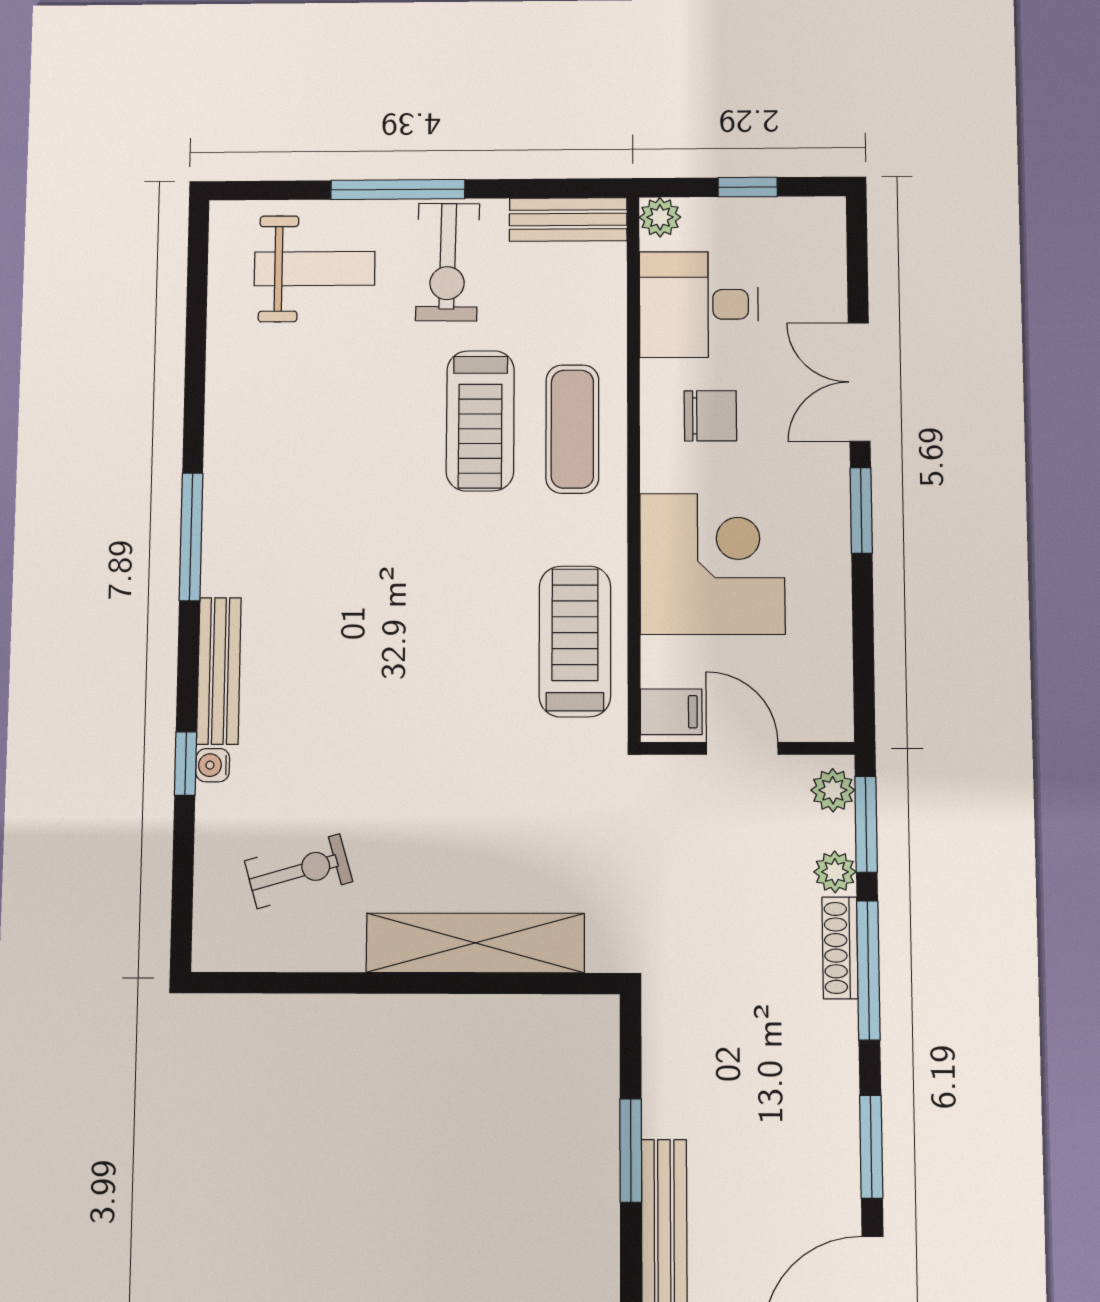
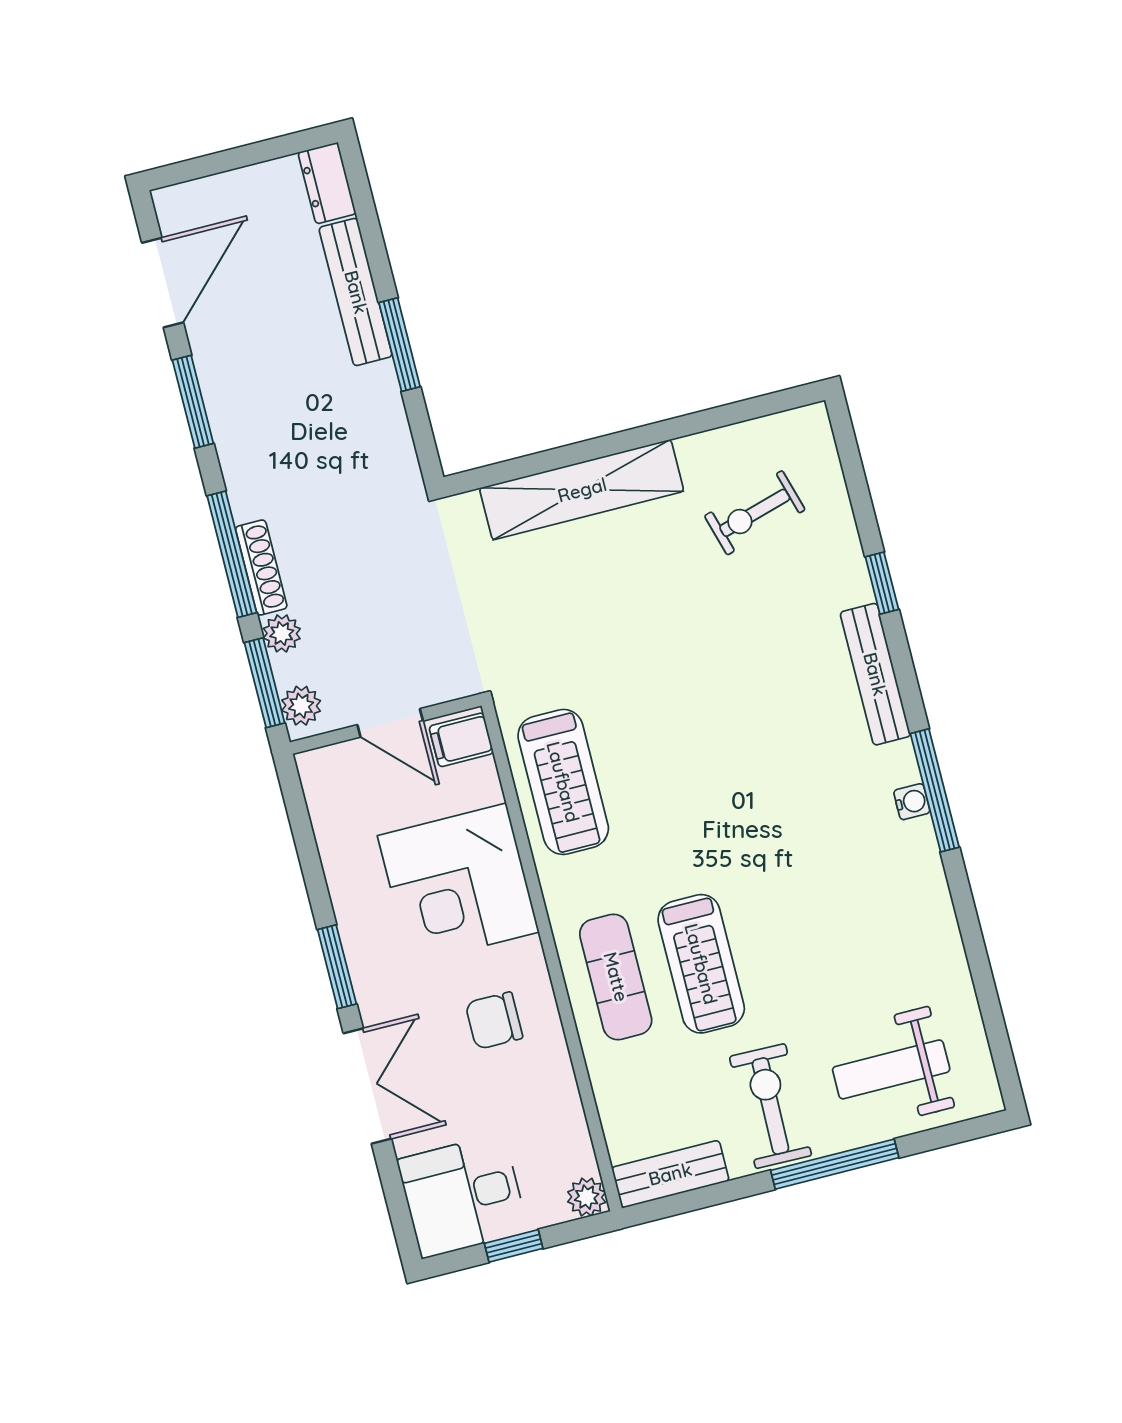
desk: (699, 304) -> (463, 1196), moved, turned 180
treadmill: (480, 421) -> (701, 964), turned 180
water cooler: (213, 765) -> (912, 802), moved

